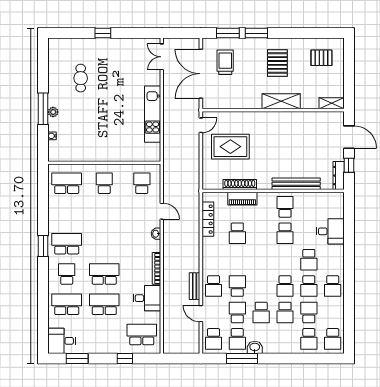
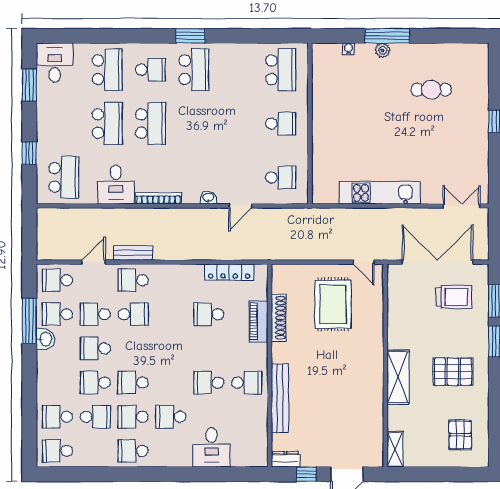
dresser: (339, 176) -> (285, 459), width x0.70
school desk: (237, 312) -> (95, 314), turned 180

